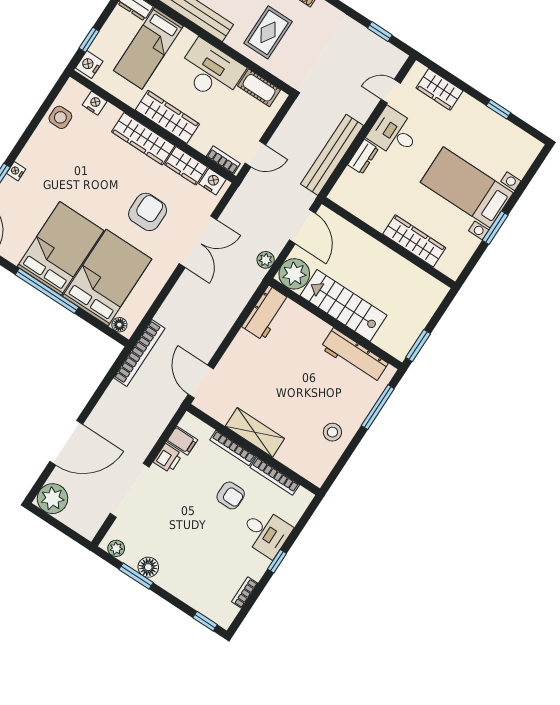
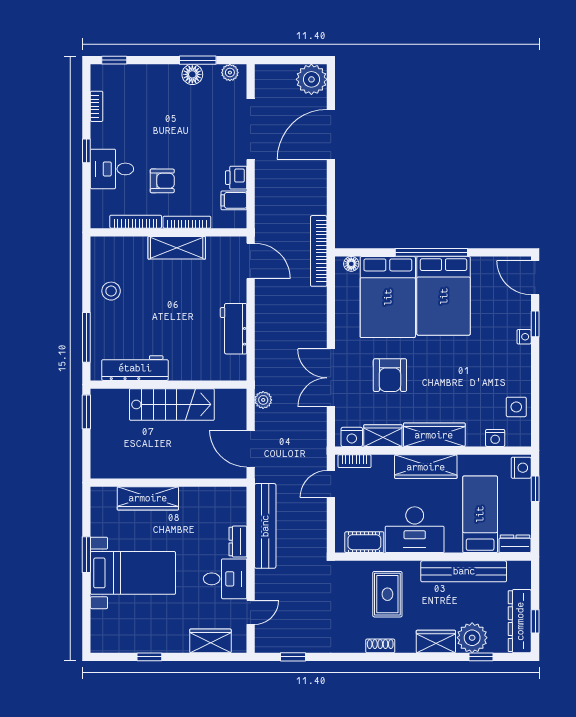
plant: (294, 274) -> (231, 404), removed
workbench: (266, 313) -> (234, 329), moved
armchair: (231, 495) -> (162, 181), turned 180

